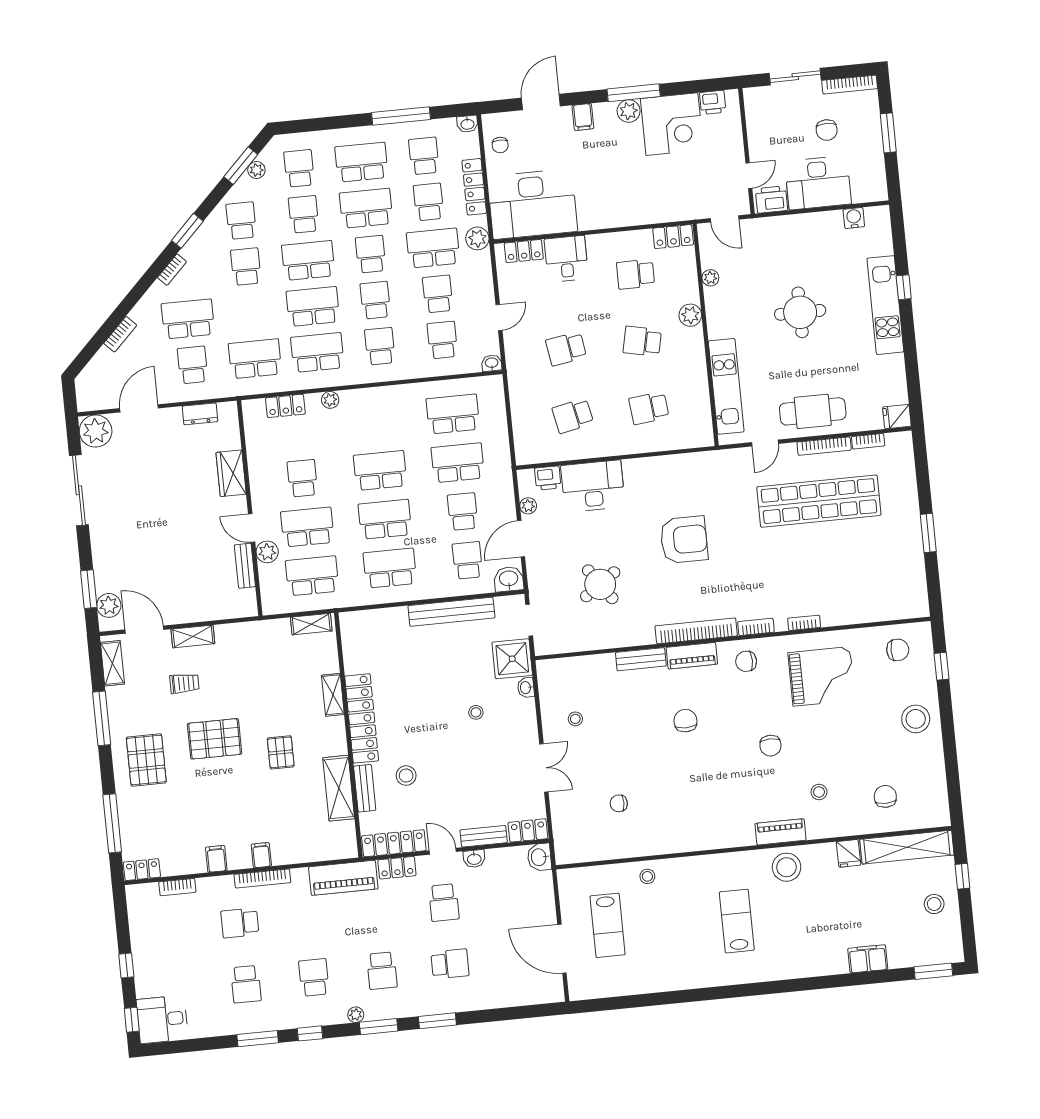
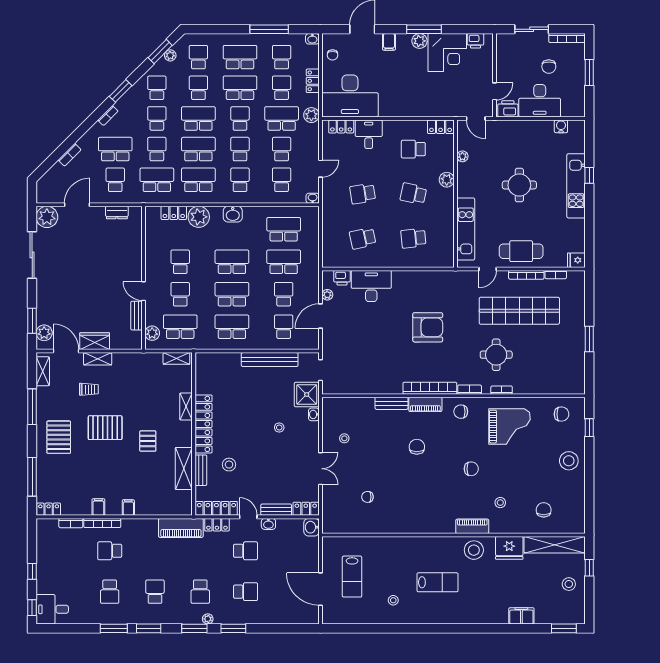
locker: (474, 187) -> (313, 81), width x0.66
school desk: (250, 313) -> (157, 149), added
plant: (330, 400) -> (199, 217), width x1.87, depth x1.87
wardrobe: (231, 473) -> (95, 341), moved, turned 90
school desk: (307, 527) -> (180, 294), width x0.54
plant: (267, 552) -> (152, 333), moved
washbasin: (509, 579) -> (233, 214), moved, turned 180
round table: (600, 584) -> (496, 355), moved, turned 35
chair: (770, 746) -> (471, 469), turned -90
fridge: (849, 853) -> (509, 548), width x1.88, depth x1.34
stool: (647, 876) -> (393, 600), moved
bookcase: (262, 878) -> (102, 523), moved
school desk: (444, 903) -> (246, 551), turned -90
lab bench: (737, 921) -> (438, 582), turned 90
plant: (356, 1015) -> (208, 619), moved
window: (310, 1033) -> (149, 628), width x1.50

